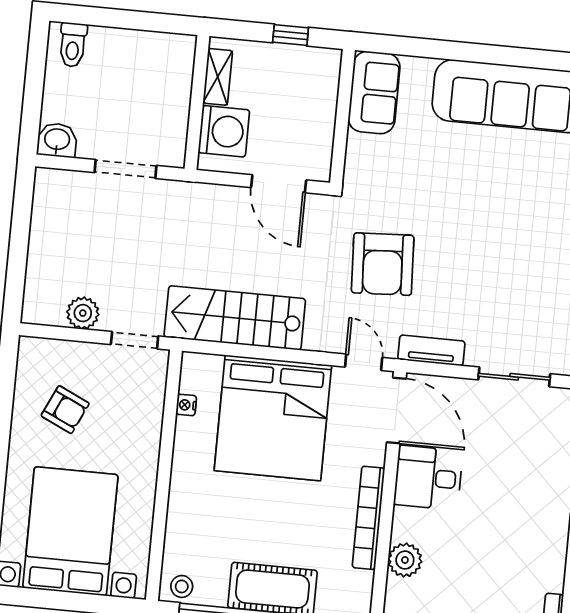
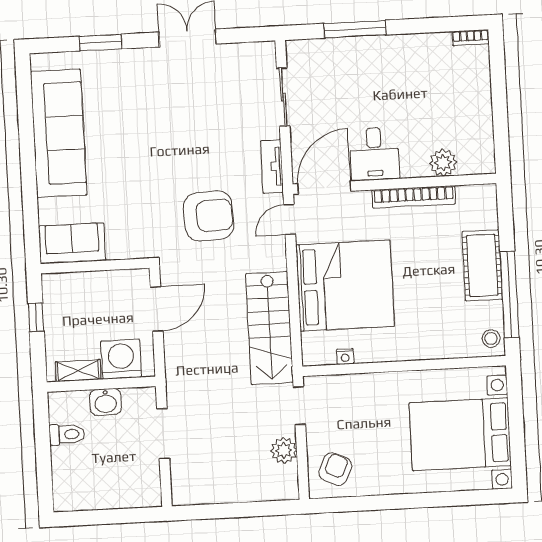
toilet: (73, 45) -> (67, 434), moved
washbasin: (57, 140) -> (106, 402), moved, turned -90
armchair: (65, 410) -> (335, 469), moved

